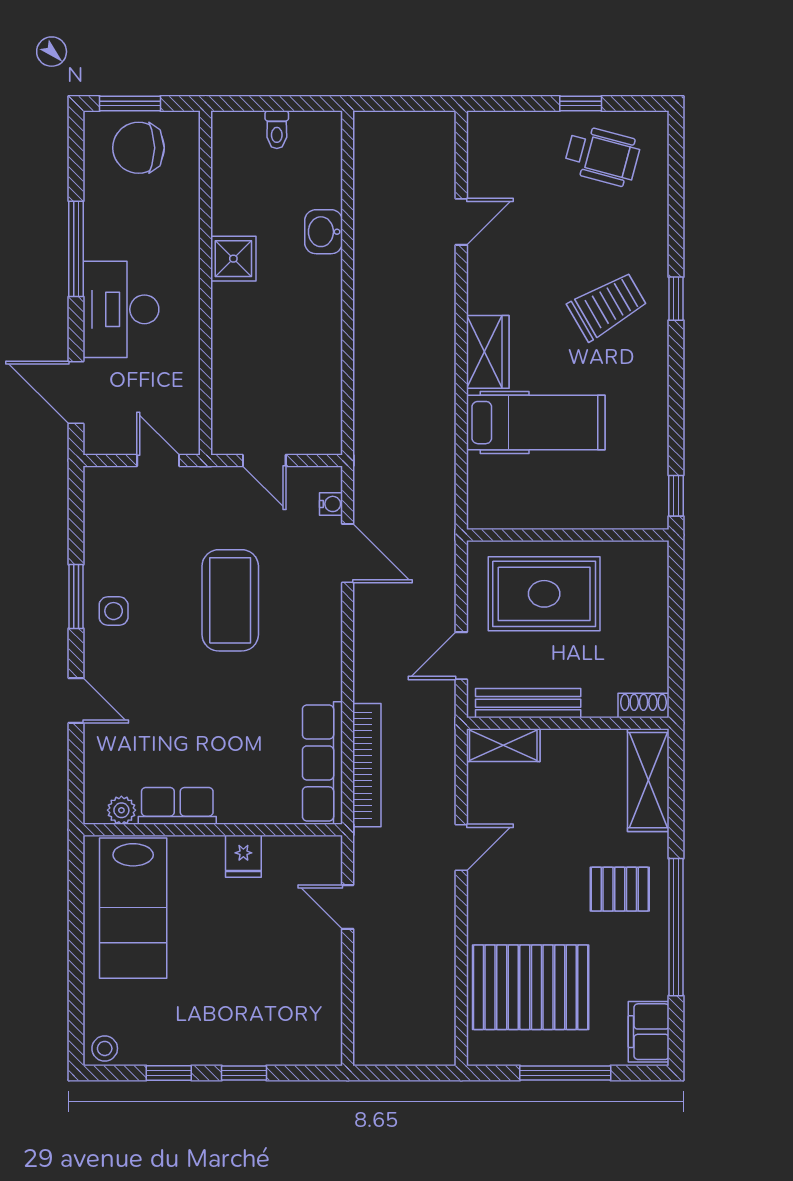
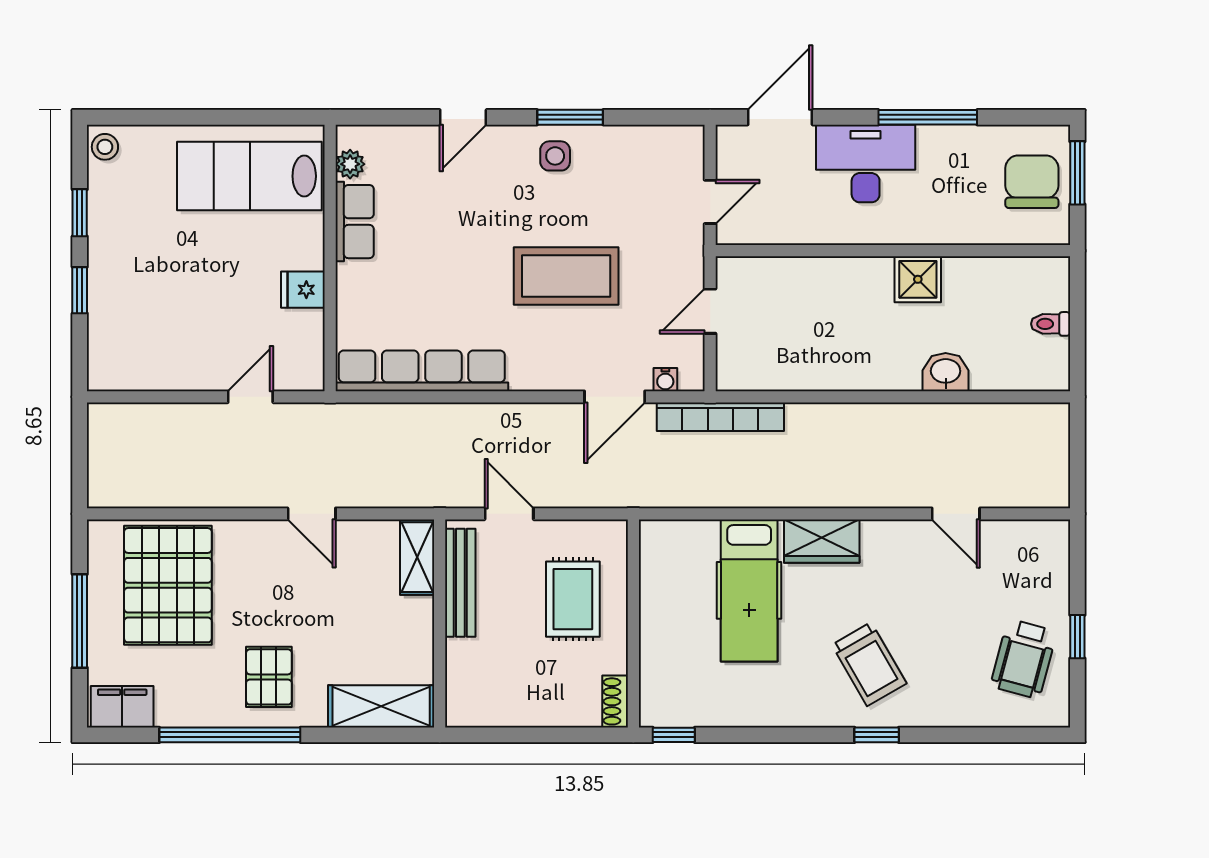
rug: (544, 594) -> (573, 599), width x0.73, depth x0.70
shoe rack: (644, 706) -> (615, 701), moved, turned 180
row of seats: (322, 763) -> (422, 371), width x1.36
bookcase: (367, 765) -> (720, 417), moved

